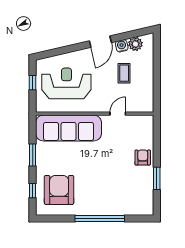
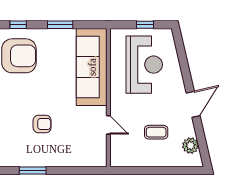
door: (100, 42) -> (193, 104), swing flipped
water cooler: (122, 46) -> (188, 129), removed
armchair: (143, 158) -> (42, 124), moved

